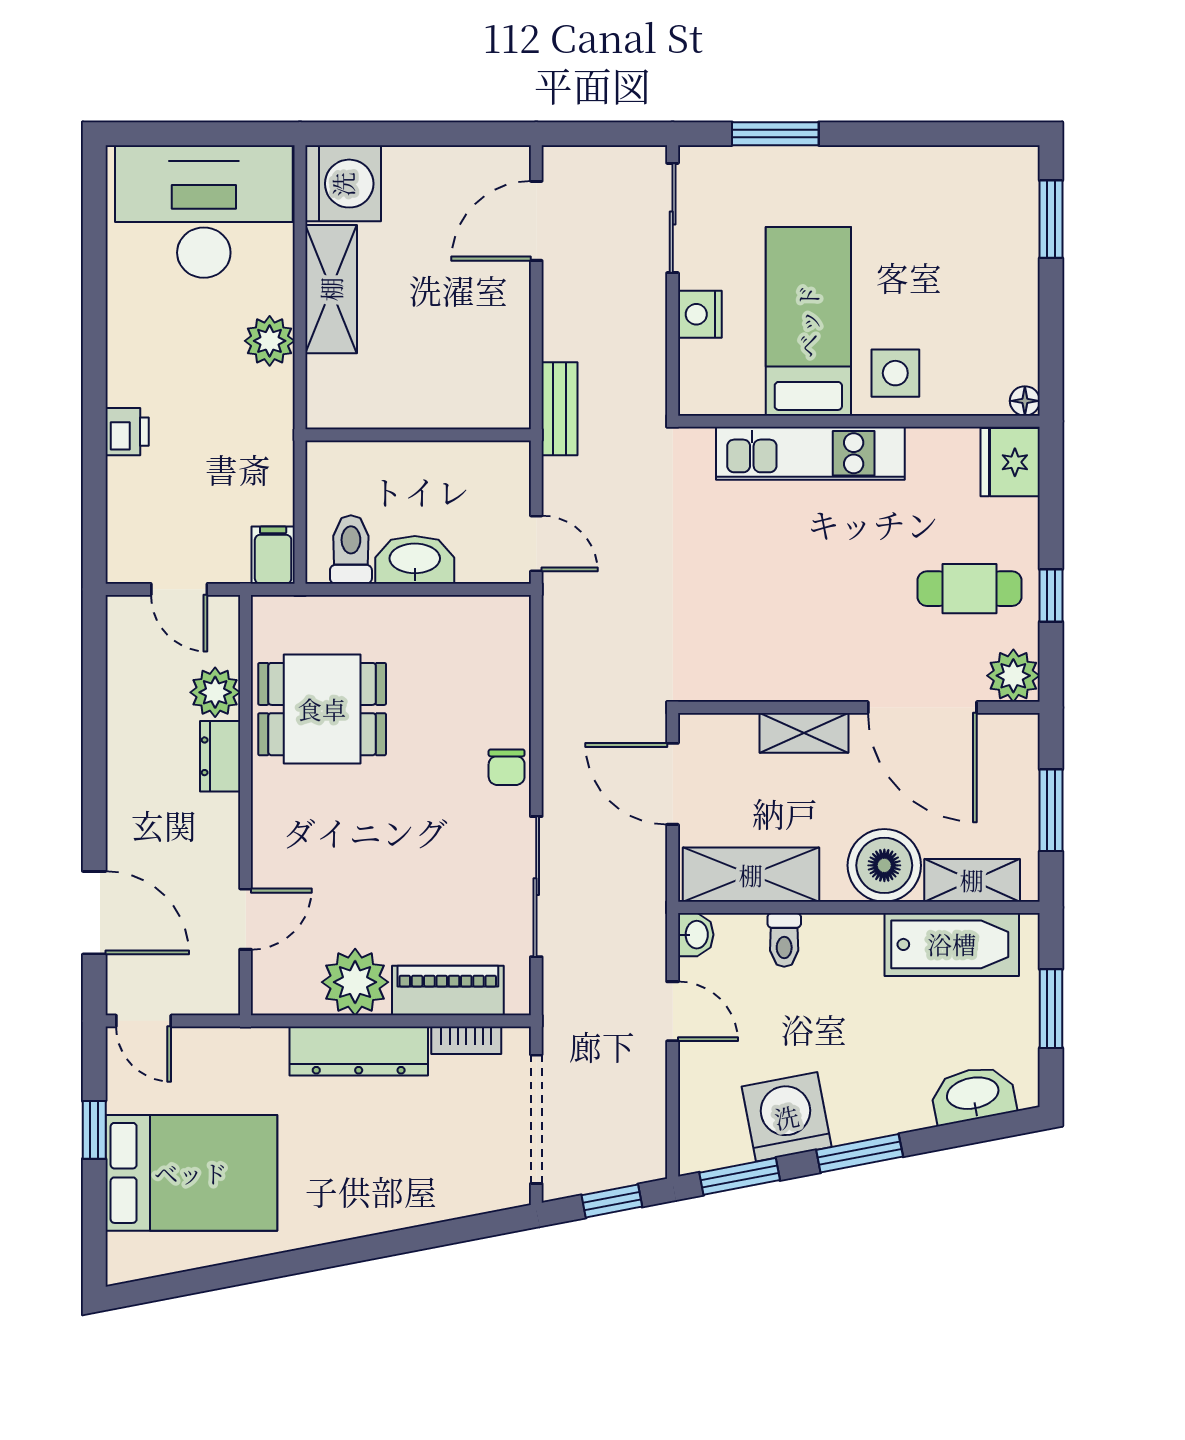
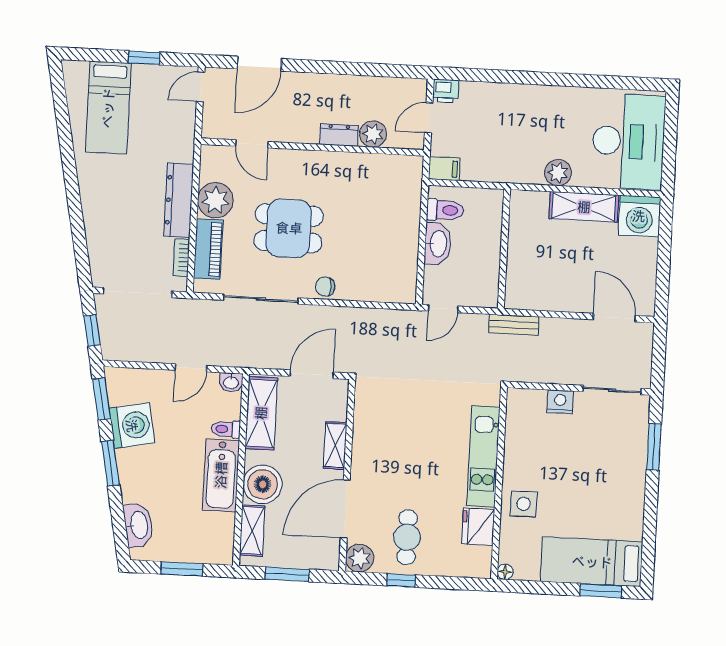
bed: (808, 321) -> (592, 562), moved, turned 180
printer: (127, 432) -> (446, 91), moved
fridge: (1010, 462) -> (478, 527), moved, turned -90
dining table: (322, 709) -> (289, 228), moved, turned 90
bathtub: (952, 944) -> (221, 475), moved
bed: (191, 1173) -> (108, 108), width x0.67

